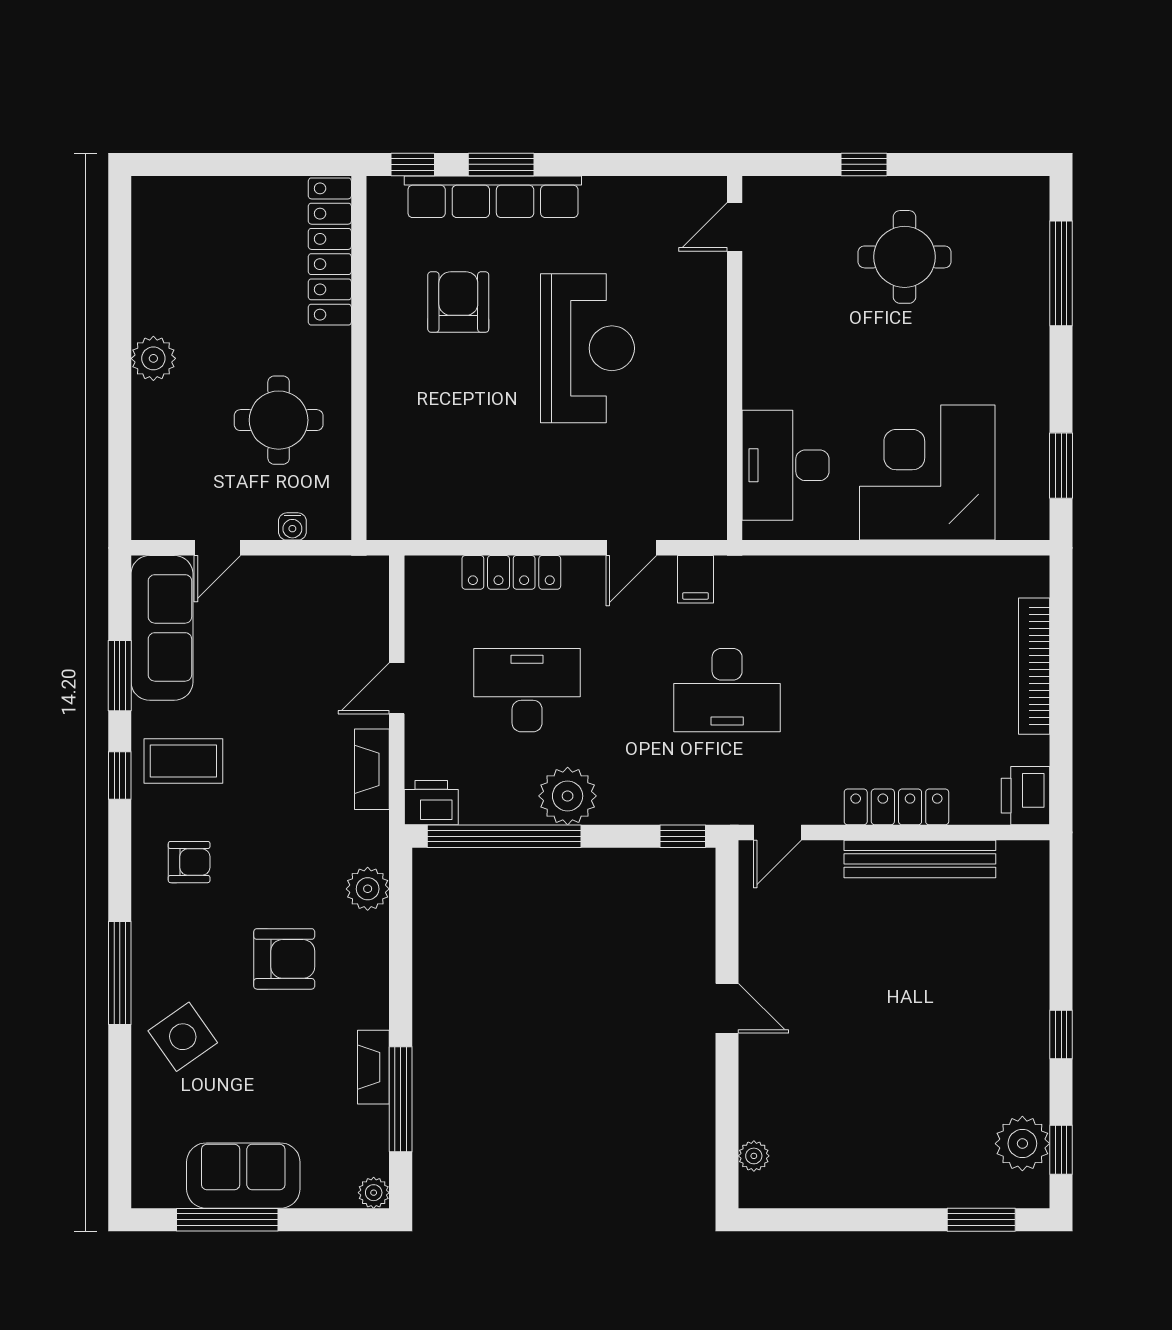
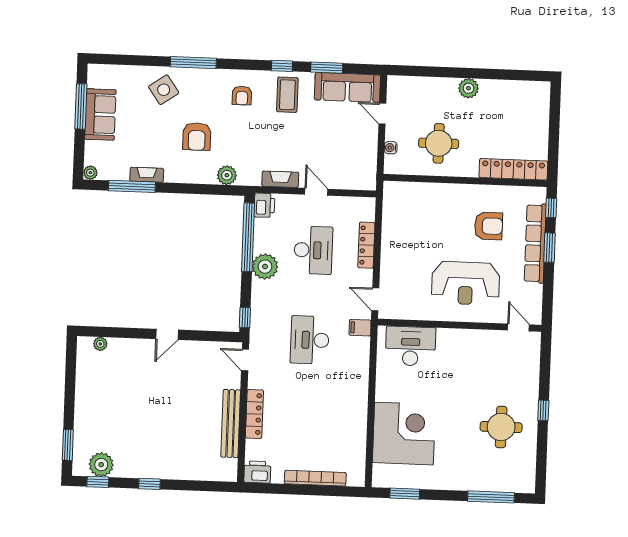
door: (735, 227) -> (518, 327), moved
wall: (735, 358) -> (460, 325), moved
desk: (786, 465) -> (411, 346), moved

